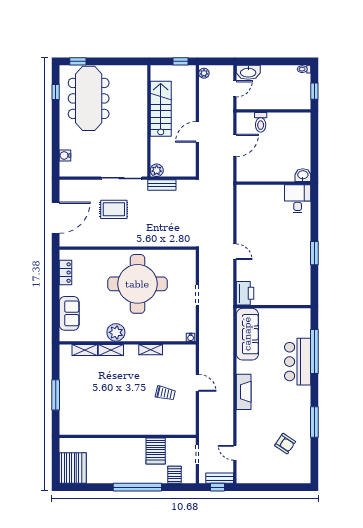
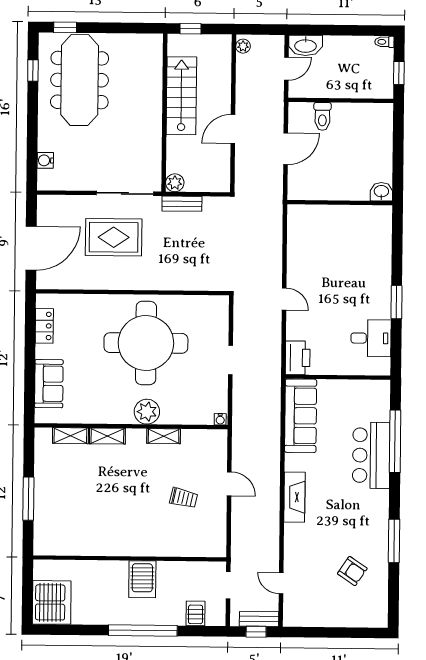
window: (180, 61) -> (190, 29), moved
desk: (298, 199) -> (371, 338), moved, turned 90
rug: (114, 209) -> (114, 237), width x1.36, depth x1.43
plant: (116, 332) -> (147, 412), moved
server rack: (156, 451) -> (142, 579), moved

